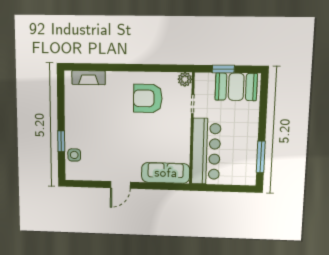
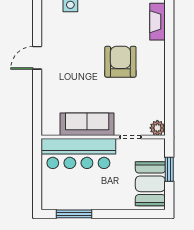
armchair: (148, 98) -> (120, 62), moved
sofa: (166, 173) -> (87, 124), moved, turned -90
door: (120, 185) -> (37, 58), hinge flipped

